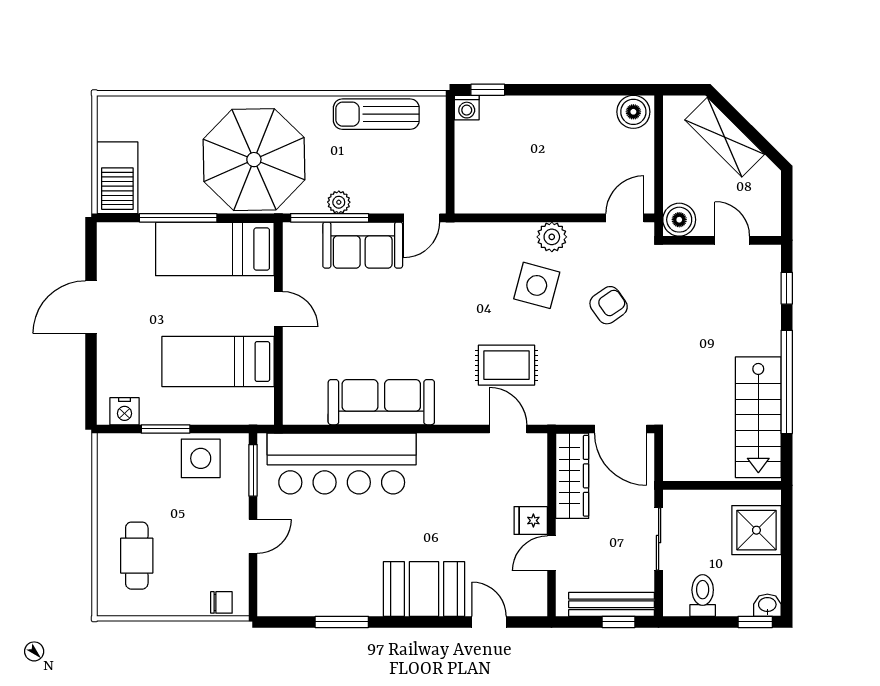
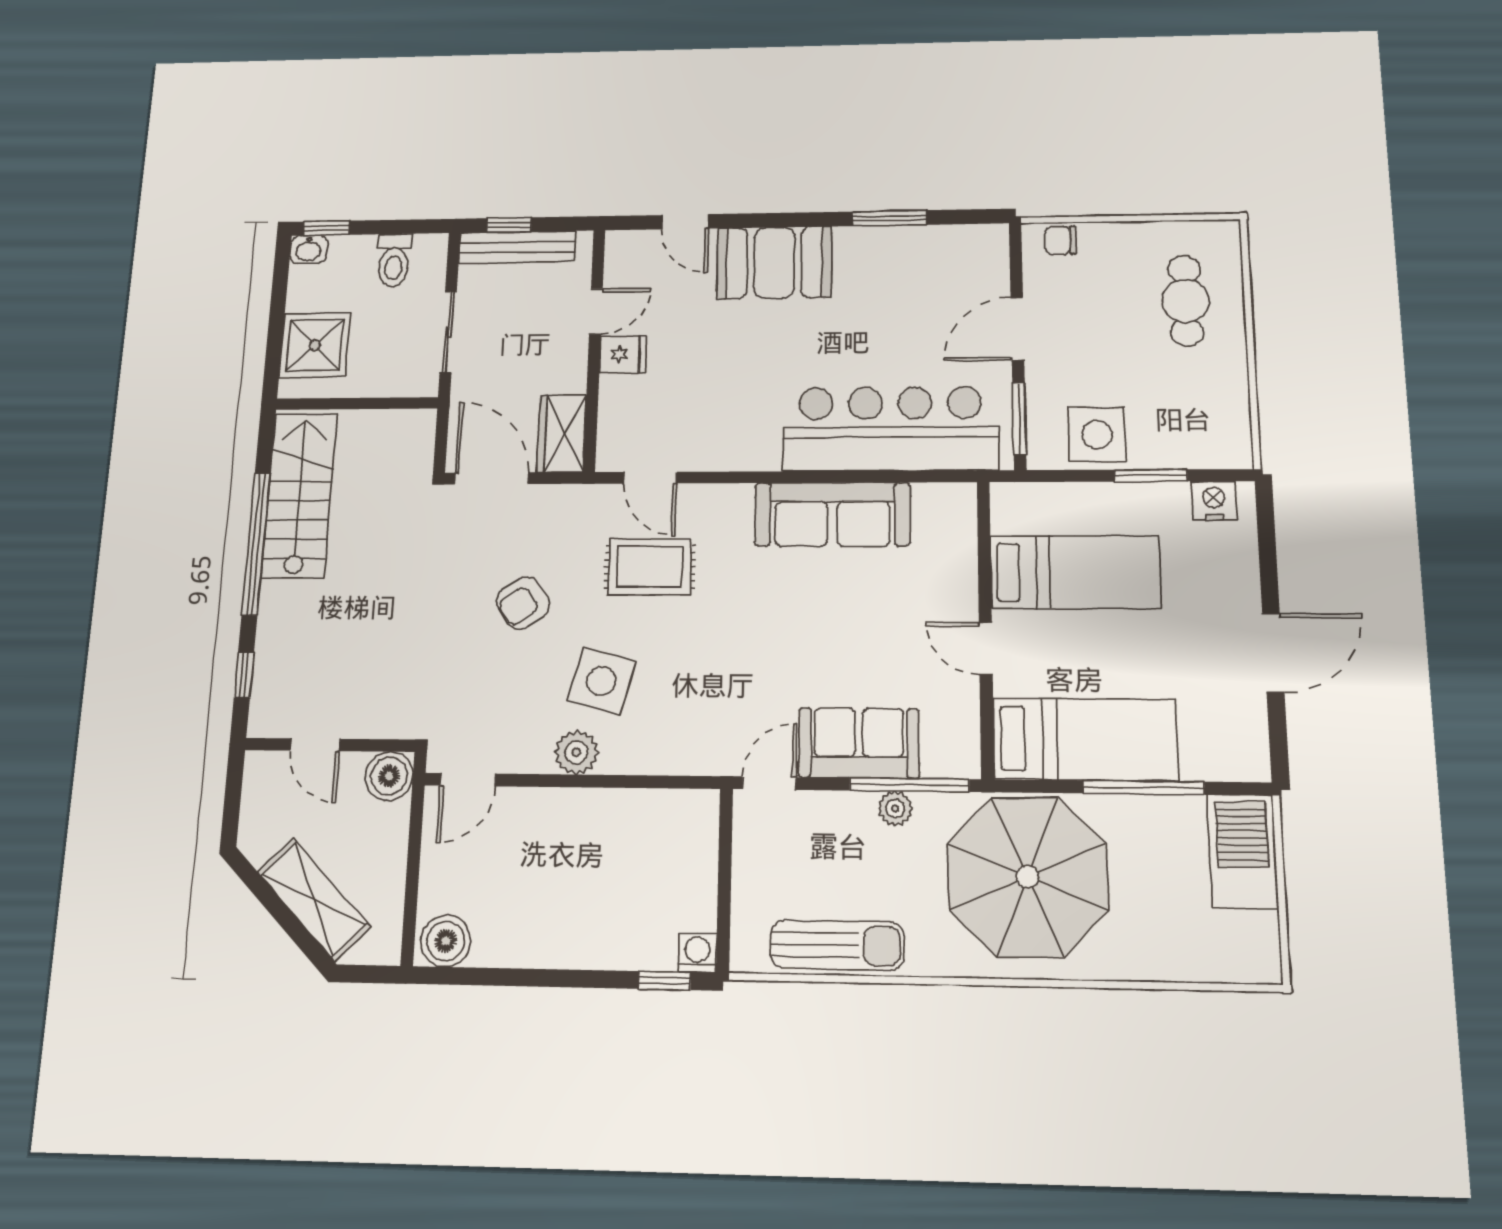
armchair: (609, 305) -> (523, 603), moved
wardrobe: (572, 476) -> (562, 434), width x0.67
door: (253, 536) -> (1017, 329), width x1.38

